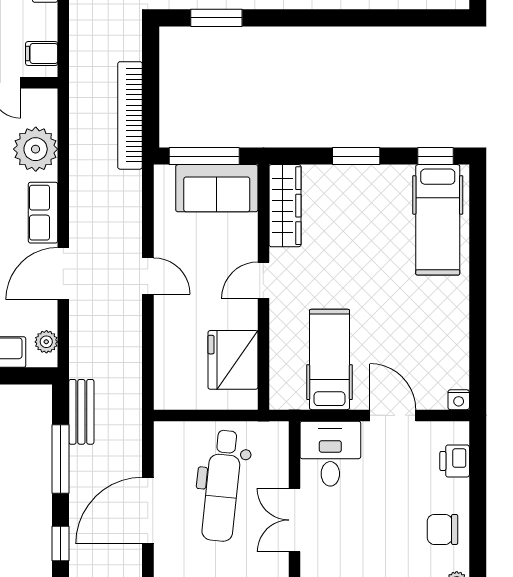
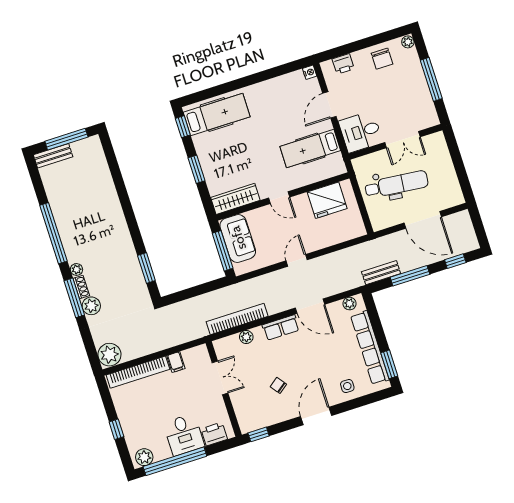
filing cabinet: (42, 54) -> (176, 362), moved
bookcase: (130, 115) -> (237, 319), moved, turned 180
plant: (36, 149) -> (246, 337), width x0.53, depth x0.53

